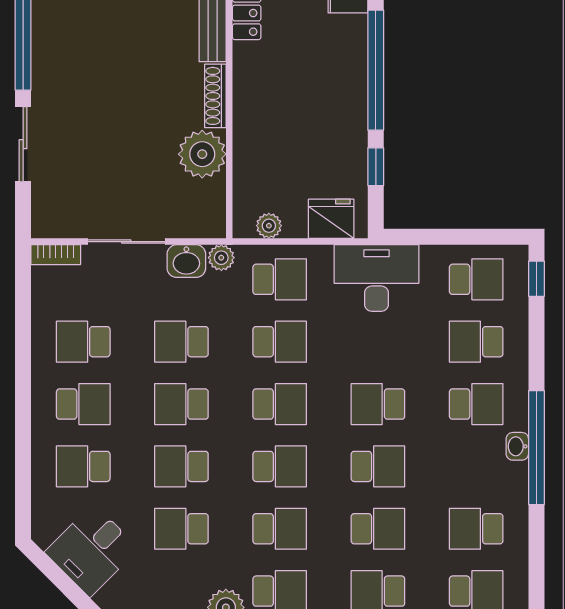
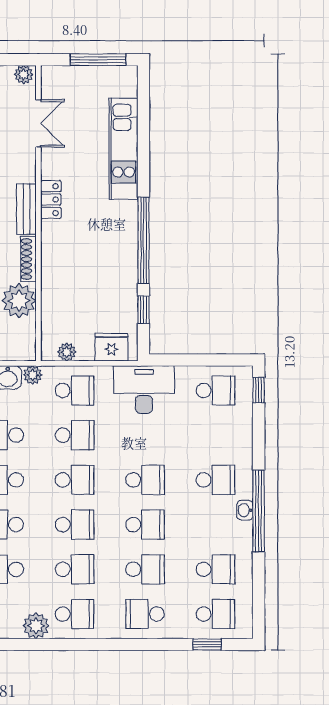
school desk: (476, 342) -> (215, 435), removed
school desk: (378, 404) -> (145, 480), turned 180
school desk: (476, 529) -> (215, 569), turned 180

